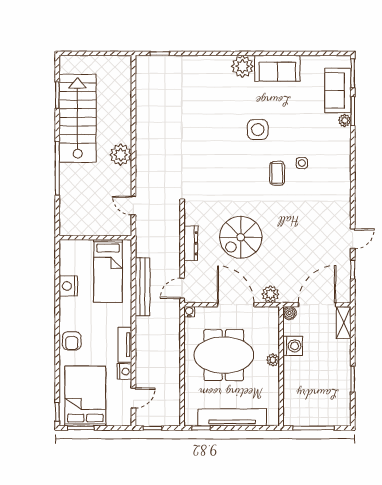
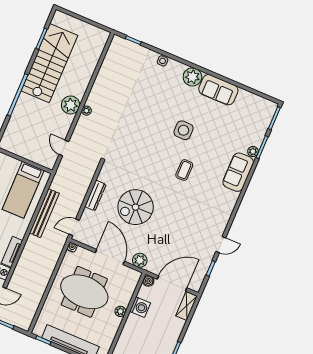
sofa: (338, 91) -> (238, 172), moved
plant: (141, 153) -> (86, 111), added
side table: (302, 163) -> (163, 61), moved

